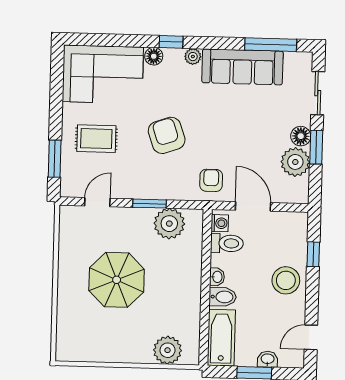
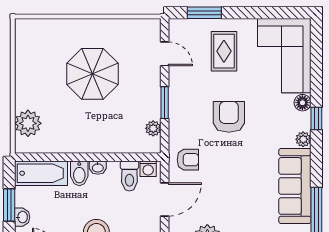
armchair: (167, 135) -> (229, 117), turned -71
plant: (169, 224) -> (153, 128), width x0.53, depth x0.53

